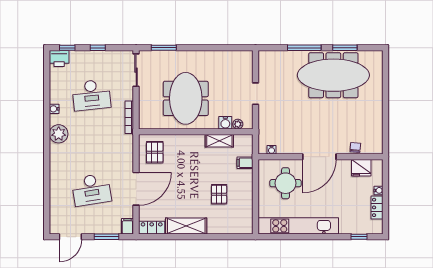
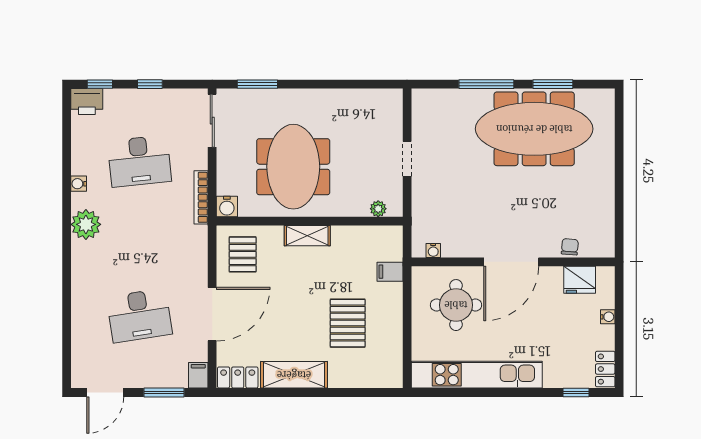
water cooler: (225, 123) -> (227, 206), moved
shelving: (219, 141) -> (307, 236), moved
pallet: (219, 194) -> (348, 323), width x1.50, depth x1.42
locker: (377, 207) -> (605, 369), moved

